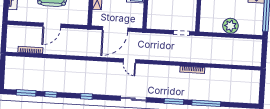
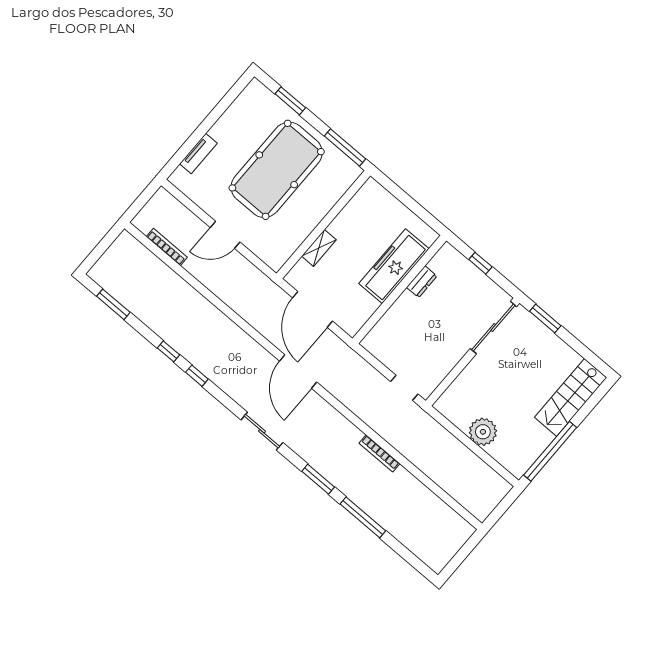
door: (115, 29) -> (312, 309), hinge flipped
door: (129, 61) -> (298, 372), width x1.87
window: (51, 94) -> (169, 351), moved

